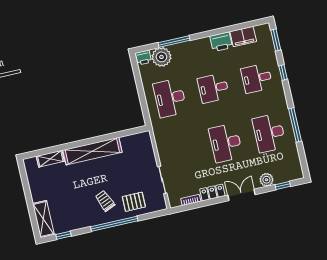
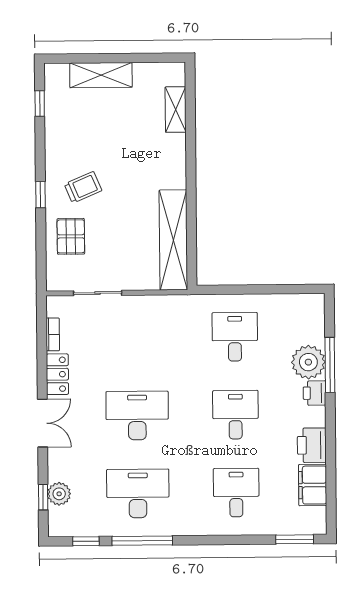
plant: (161, 57) -> (308, 362), moved
printer: (143, 58) -> (315, 393), moved
window: (283, 73) -> (86, 541), moved
desk: (170, 98) -> (235, 337), width x0.73
shelving: (92, 151) -> (173, 240), moved
plant: (266, 180) -> (59, 494), moved
shelving: (43, 219) -> (101, 75), moved
window: (114, 224) -> (40, 195), width x0.32

